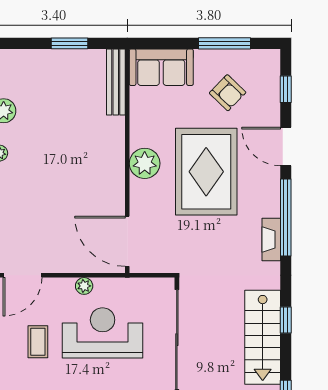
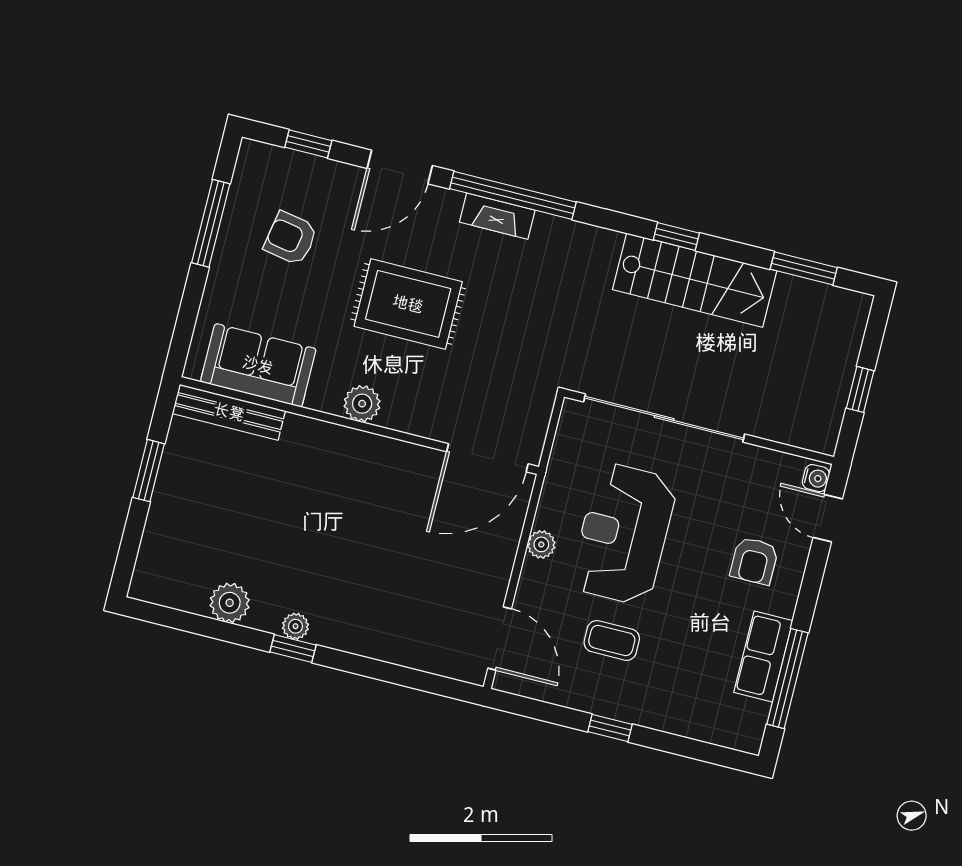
sofa: (161, 67) -> (258, 365), moved, turned -90
armchair: (228, 93) -> (291, 238), turned -124
plant: (145, 163) -> (362, 404), width x0.73, depth x0.73
rug: (206, 172) -> (408, 304), width x0.73, depth x0.69
fireplace: (271, 239) -> (497, 216), moved

